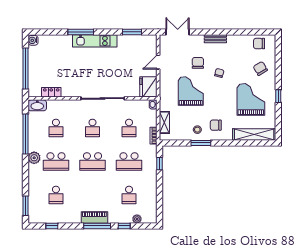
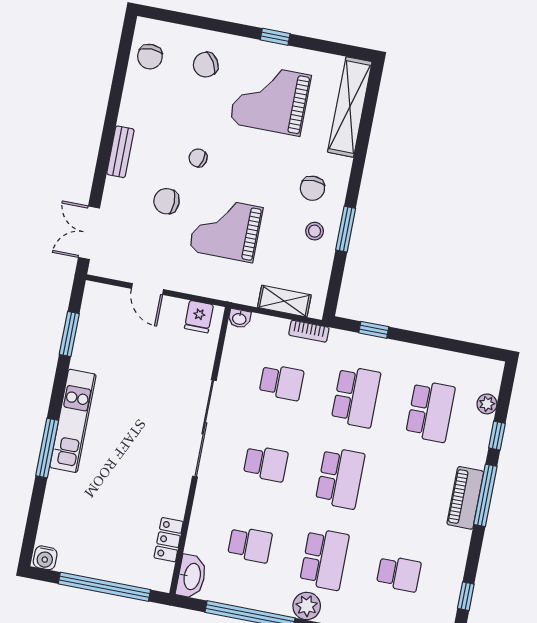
fridge: (148, 87) -> (199, 317), width x0.53, depth x0.75
school desk: (129, 195) -> (430, 411), width x1.85

